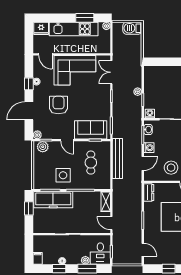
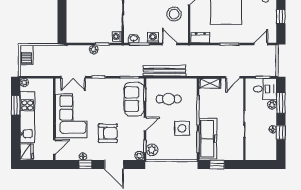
armchair: (58, 105) -> (108, 133), turned 180
filing cabinet: (38, 258) -> (270, 155), removed

